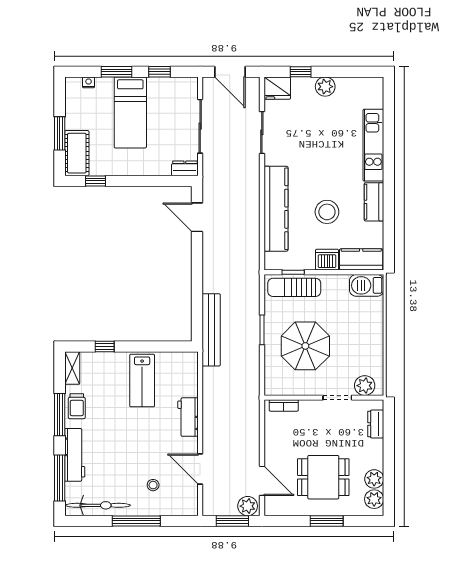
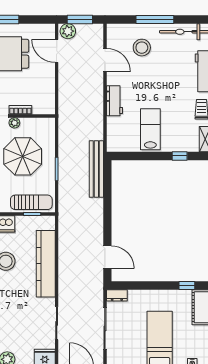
plant: (316, 389) -> (14, 123), added
bookcase: (284, 405) -> (20, 110), moved
stool: (153, 485) -> (142, 48), width x1.89, depth x1.89

